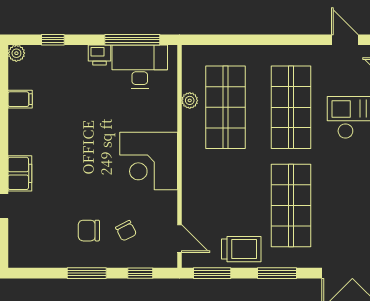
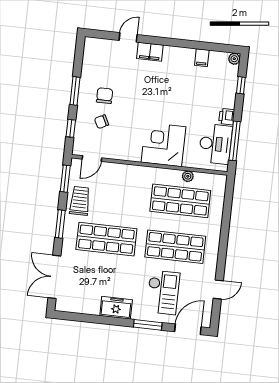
corner desk: (149, 161) -> (163, 145), moved
trolley: (241, 249) -> (80, 201), turned 180

